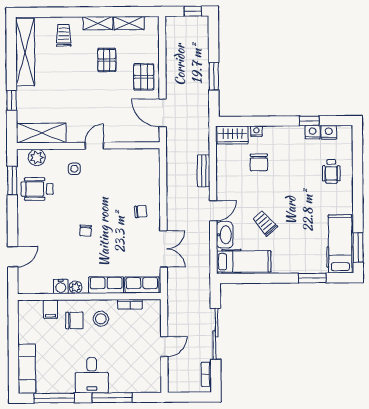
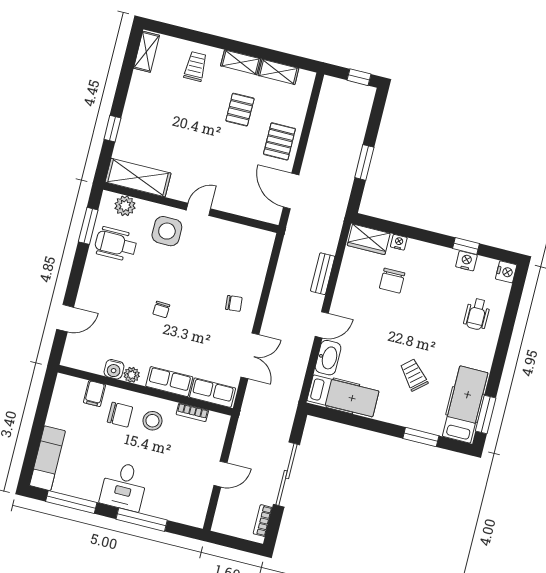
shelving: (25, 52) -> (146, 52), width x0.45, depth x0.75
nightstand: (329, 132) -> (506, 272), moved, turned 90
side table: (74, 169) -> (167, 231), width x1.87, depth x1.87
trolley: (265, 223) -> (414, 375), moved

